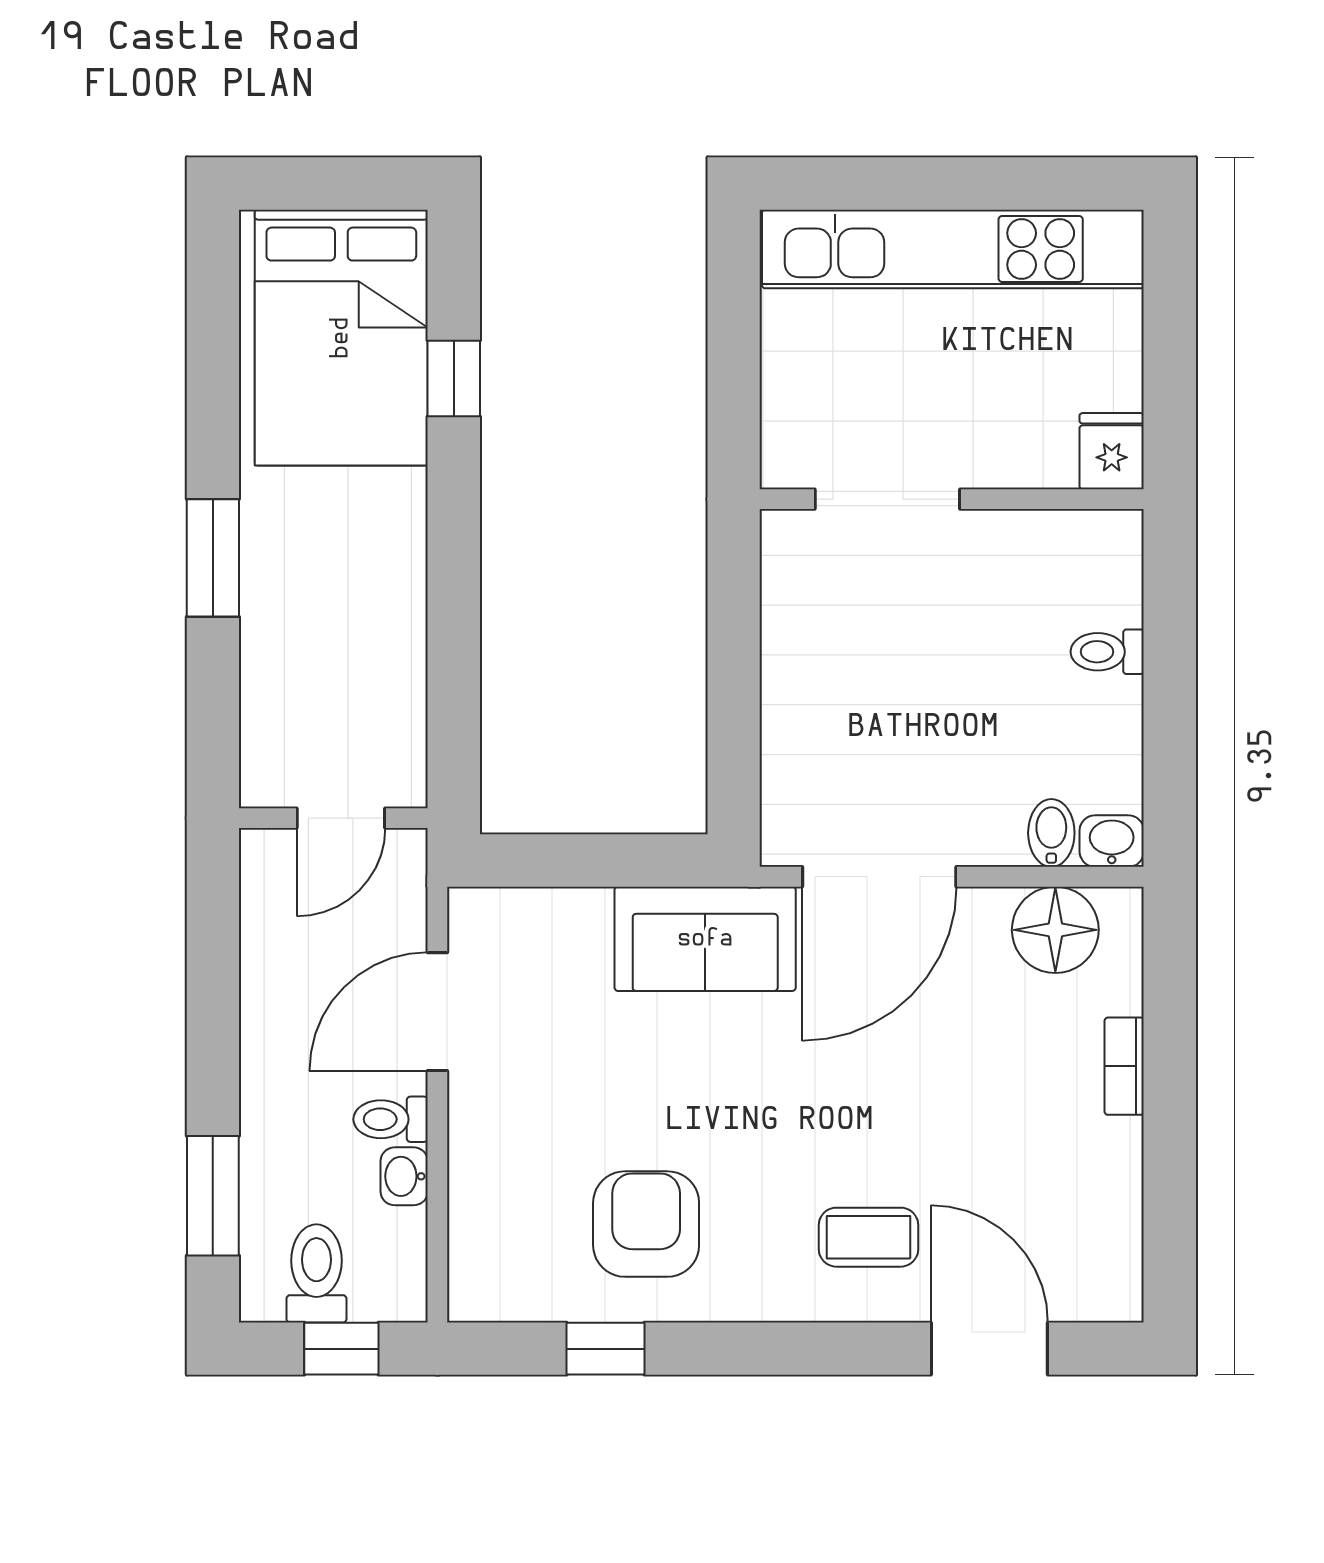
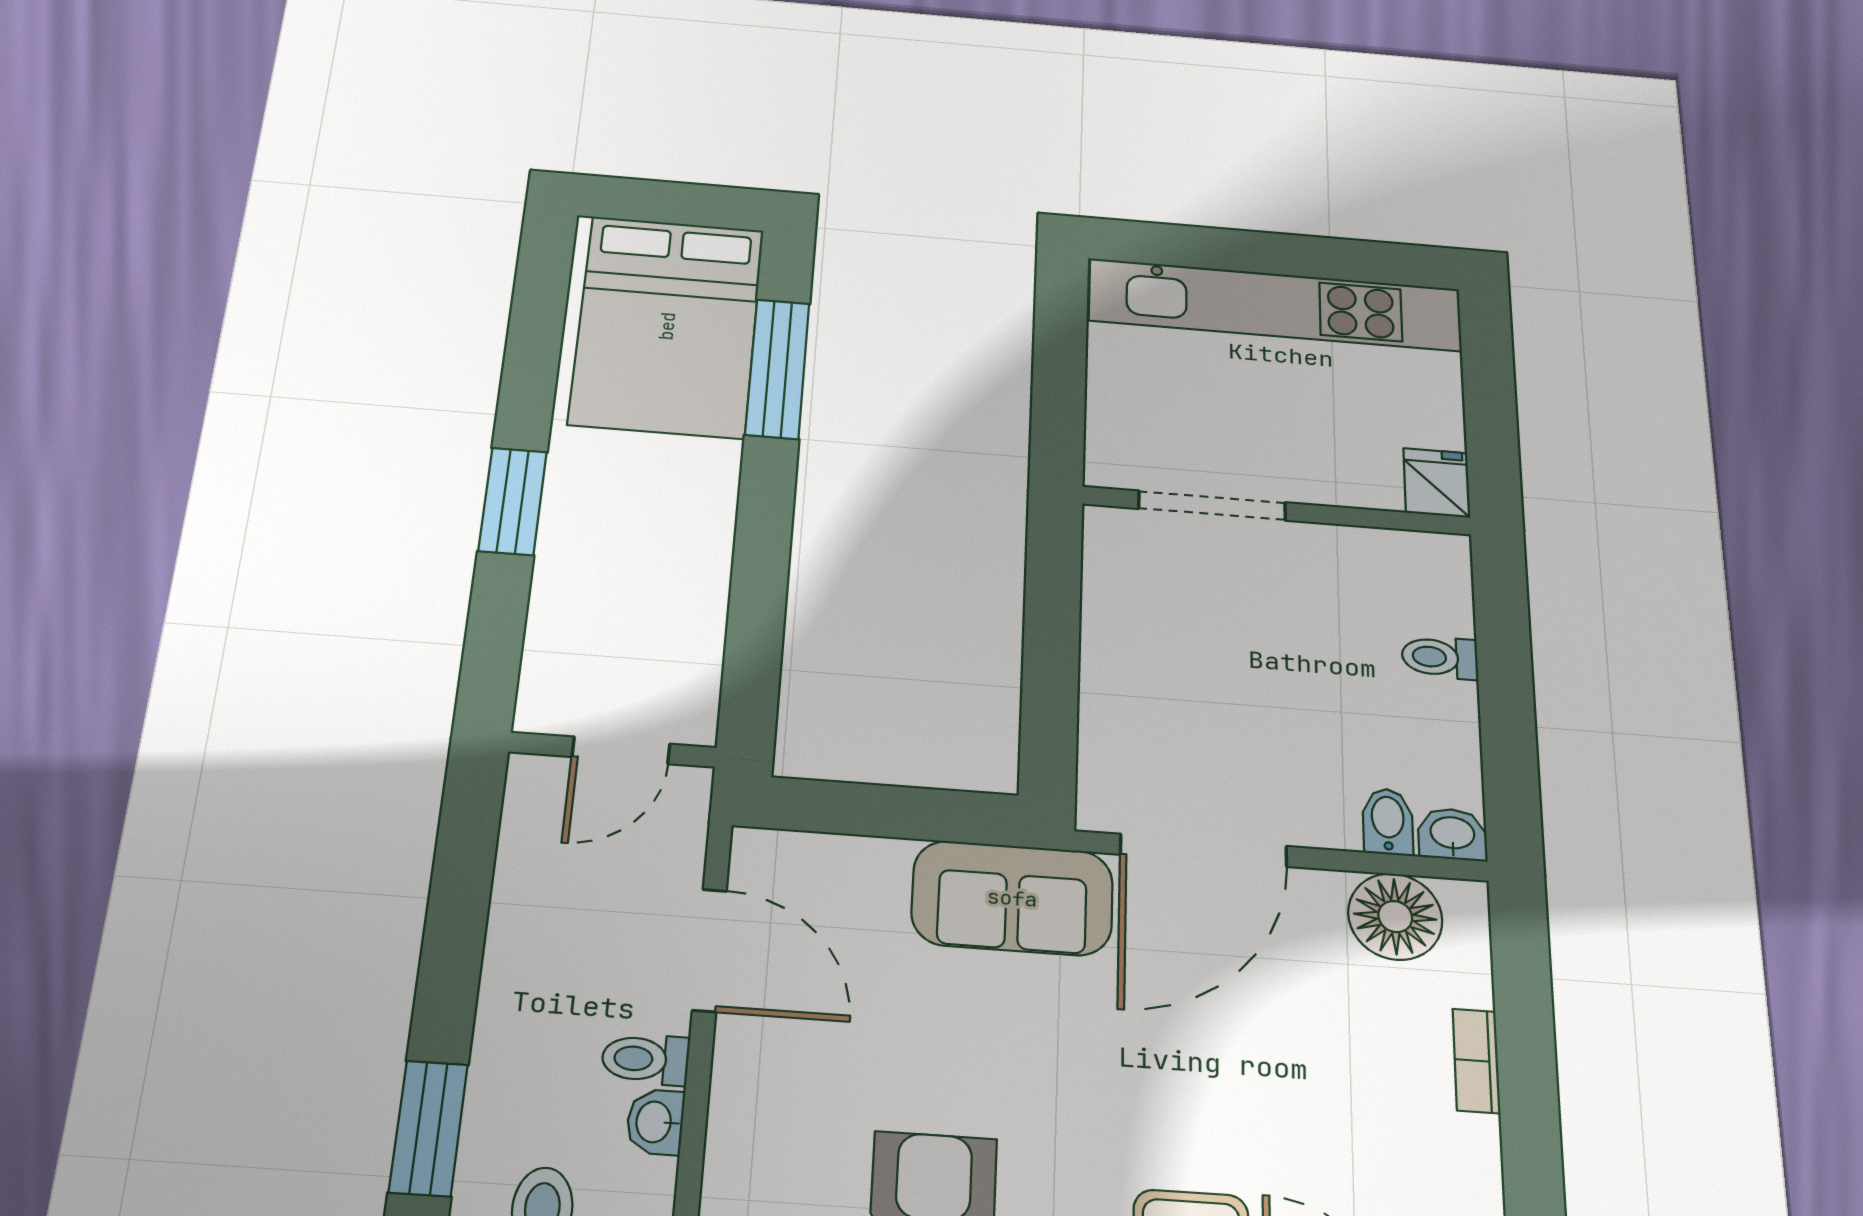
window: (454, 379) -> (777, 369), width x2.17
door: (437, 1012) -> (709, 950), swing flipped

